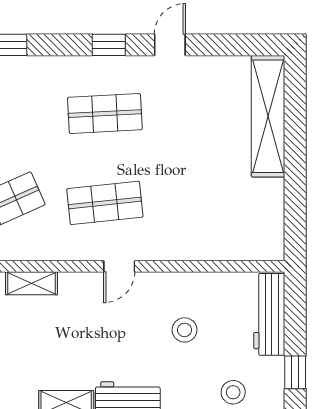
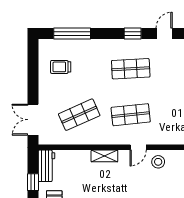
shelving: (32, 283) -> (104, 156), moved
stool: (185, 330) -> (158, 162), moved

